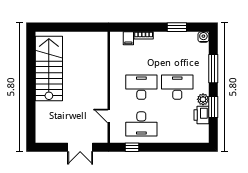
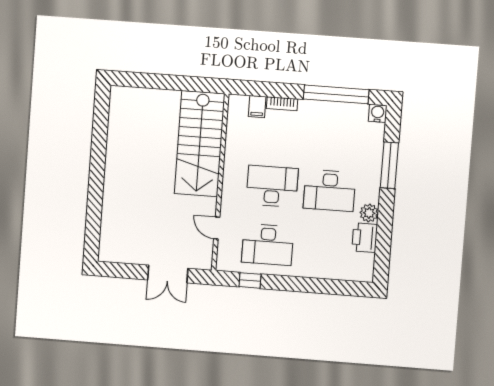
window: (177, 27) -> (336, 94), width x2.11
stairs: (49, 69) -> (200, 144), moved, turned 180
desk: (177, 87) -> (329, 190), turned 180
window: (213, 107) -> (385, 227), removed

